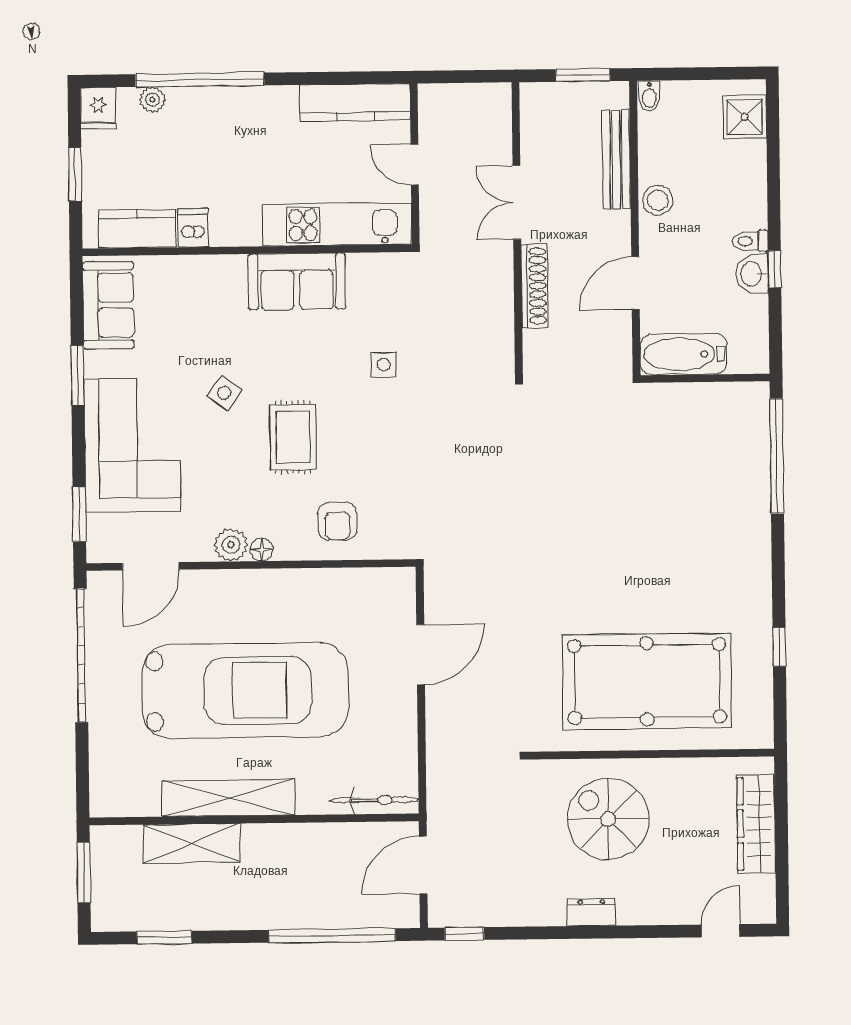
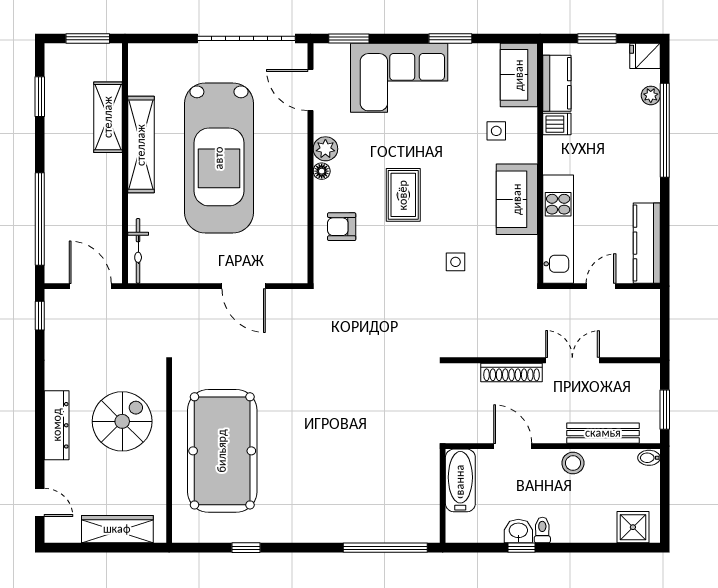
sofa: (108, 305) -> (519, 75), moved, turned 90
side table: (224, 393) -> (496, 131), moved, turned -37
rug: (293, 437) -> (403, 195), turned 90
dresser: (591, 912) -> (57, 425), width x1.96, depth x1.24

